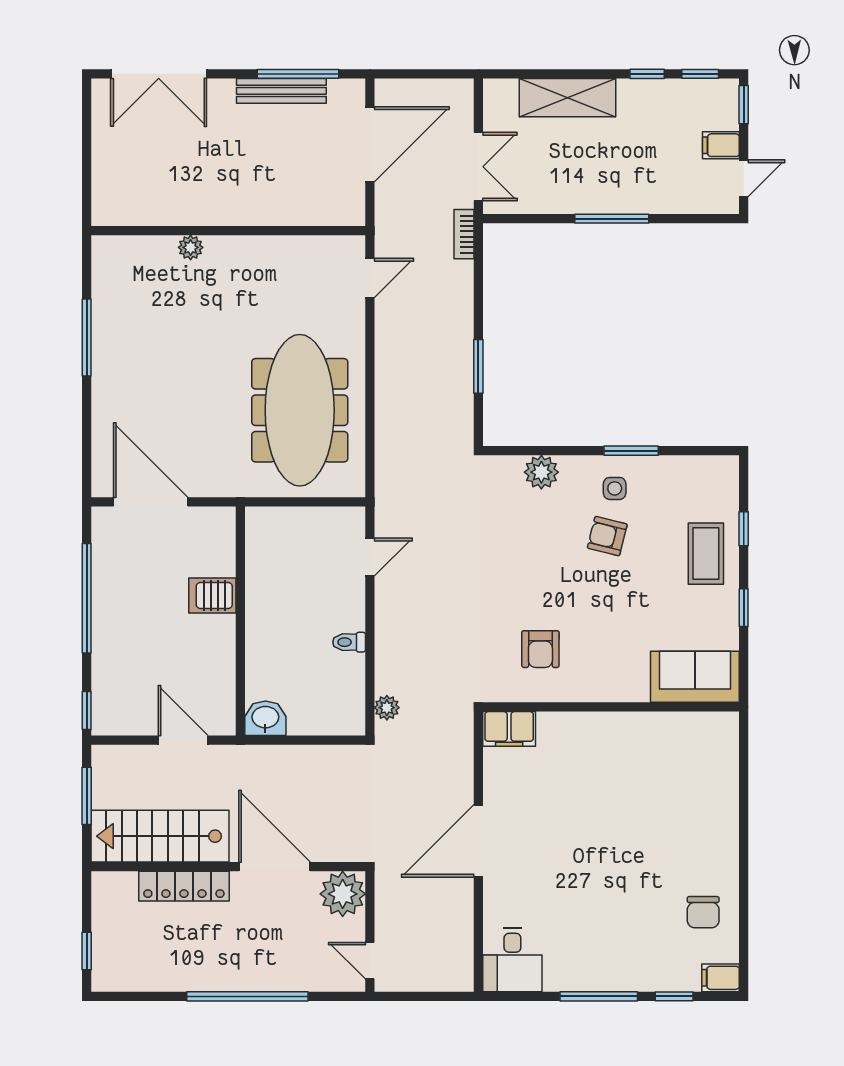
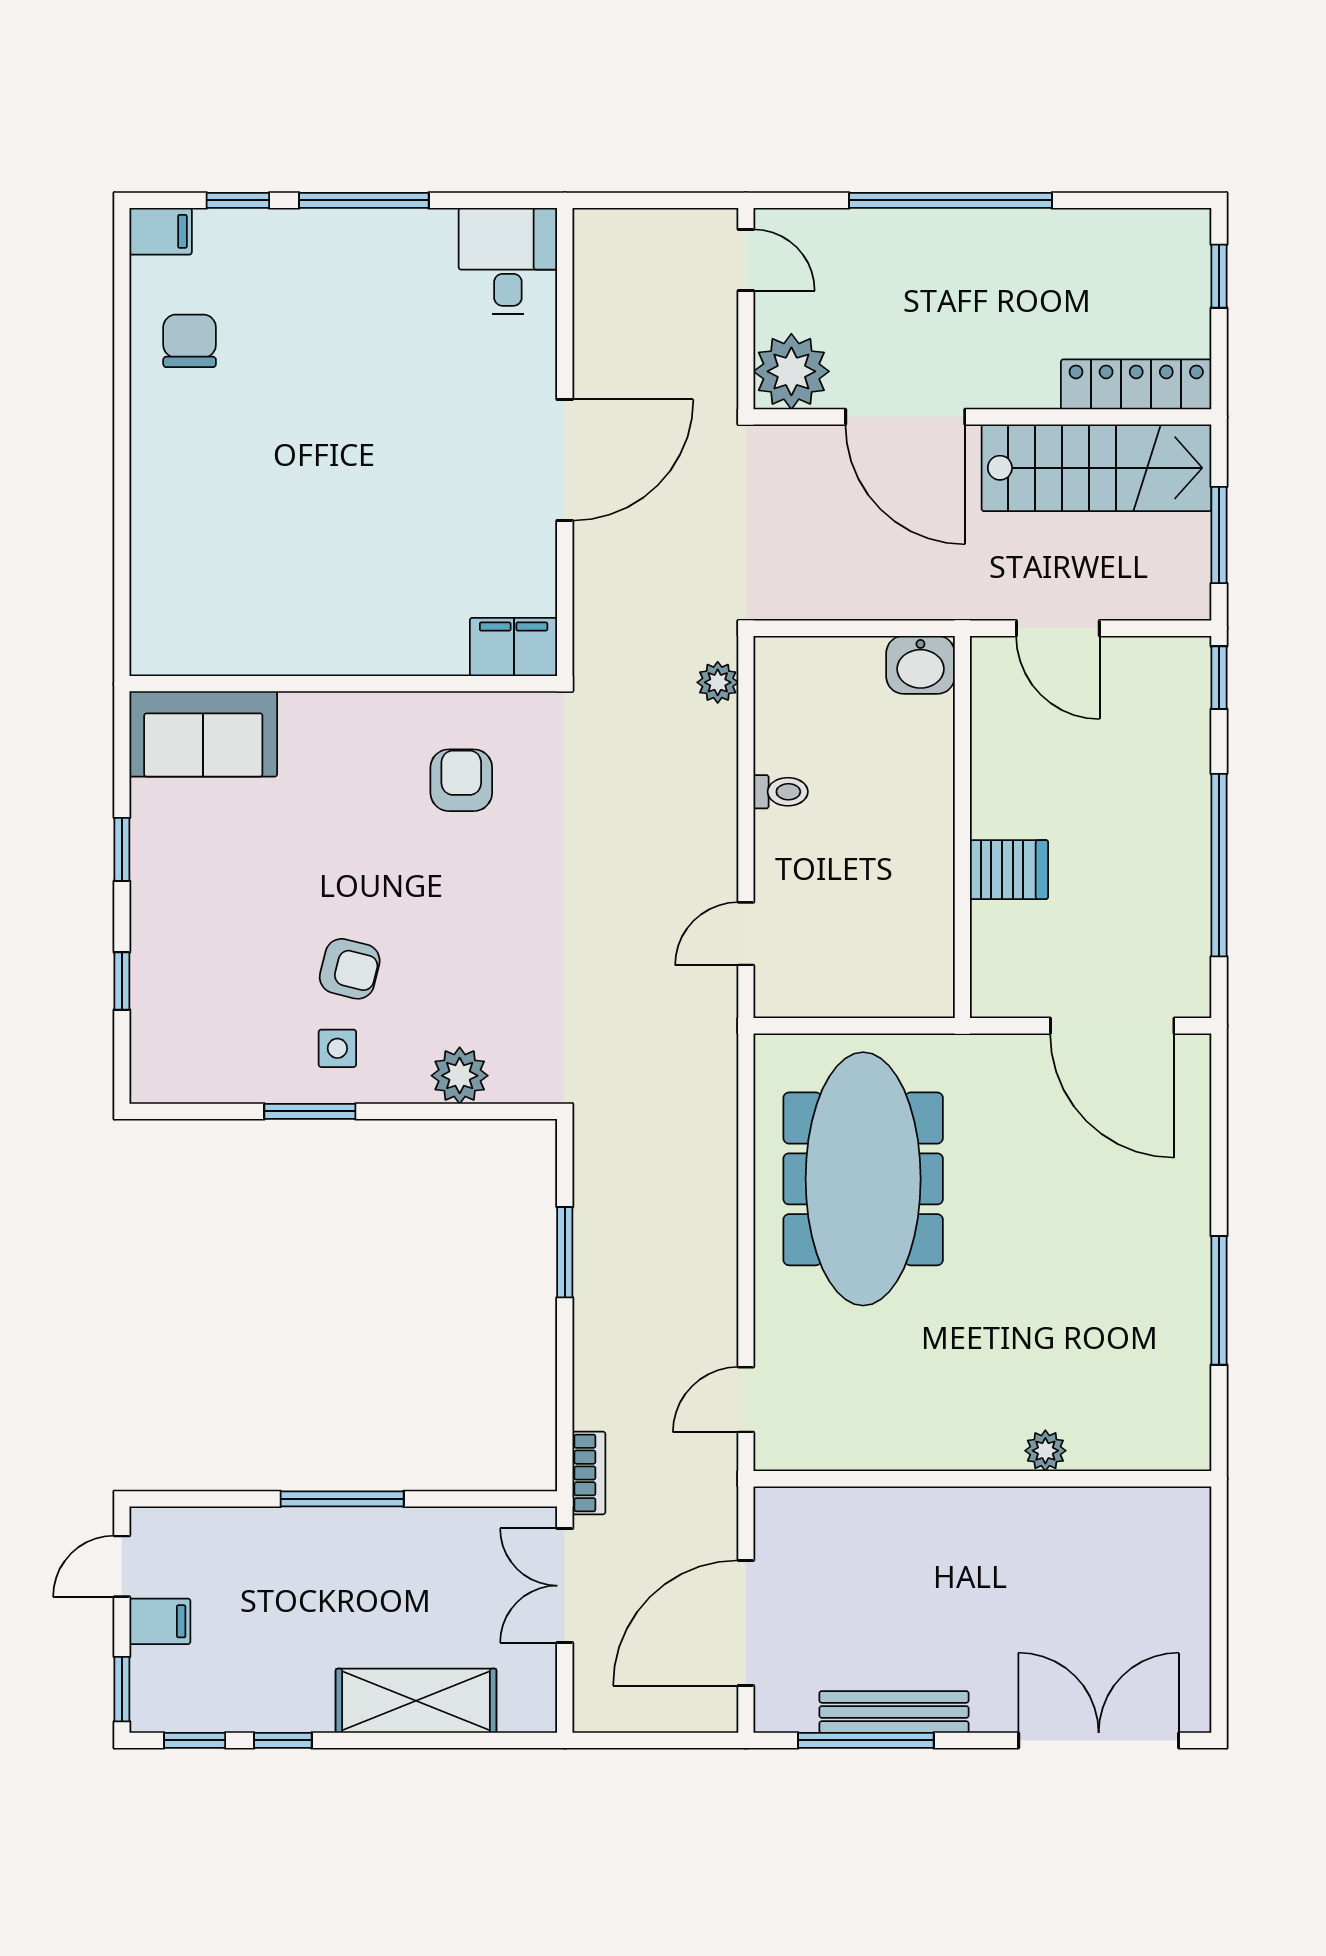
coffee table: (706, 554) -> (185, 940), removed
locker: (184, 886) -> (1136, 384), moved

